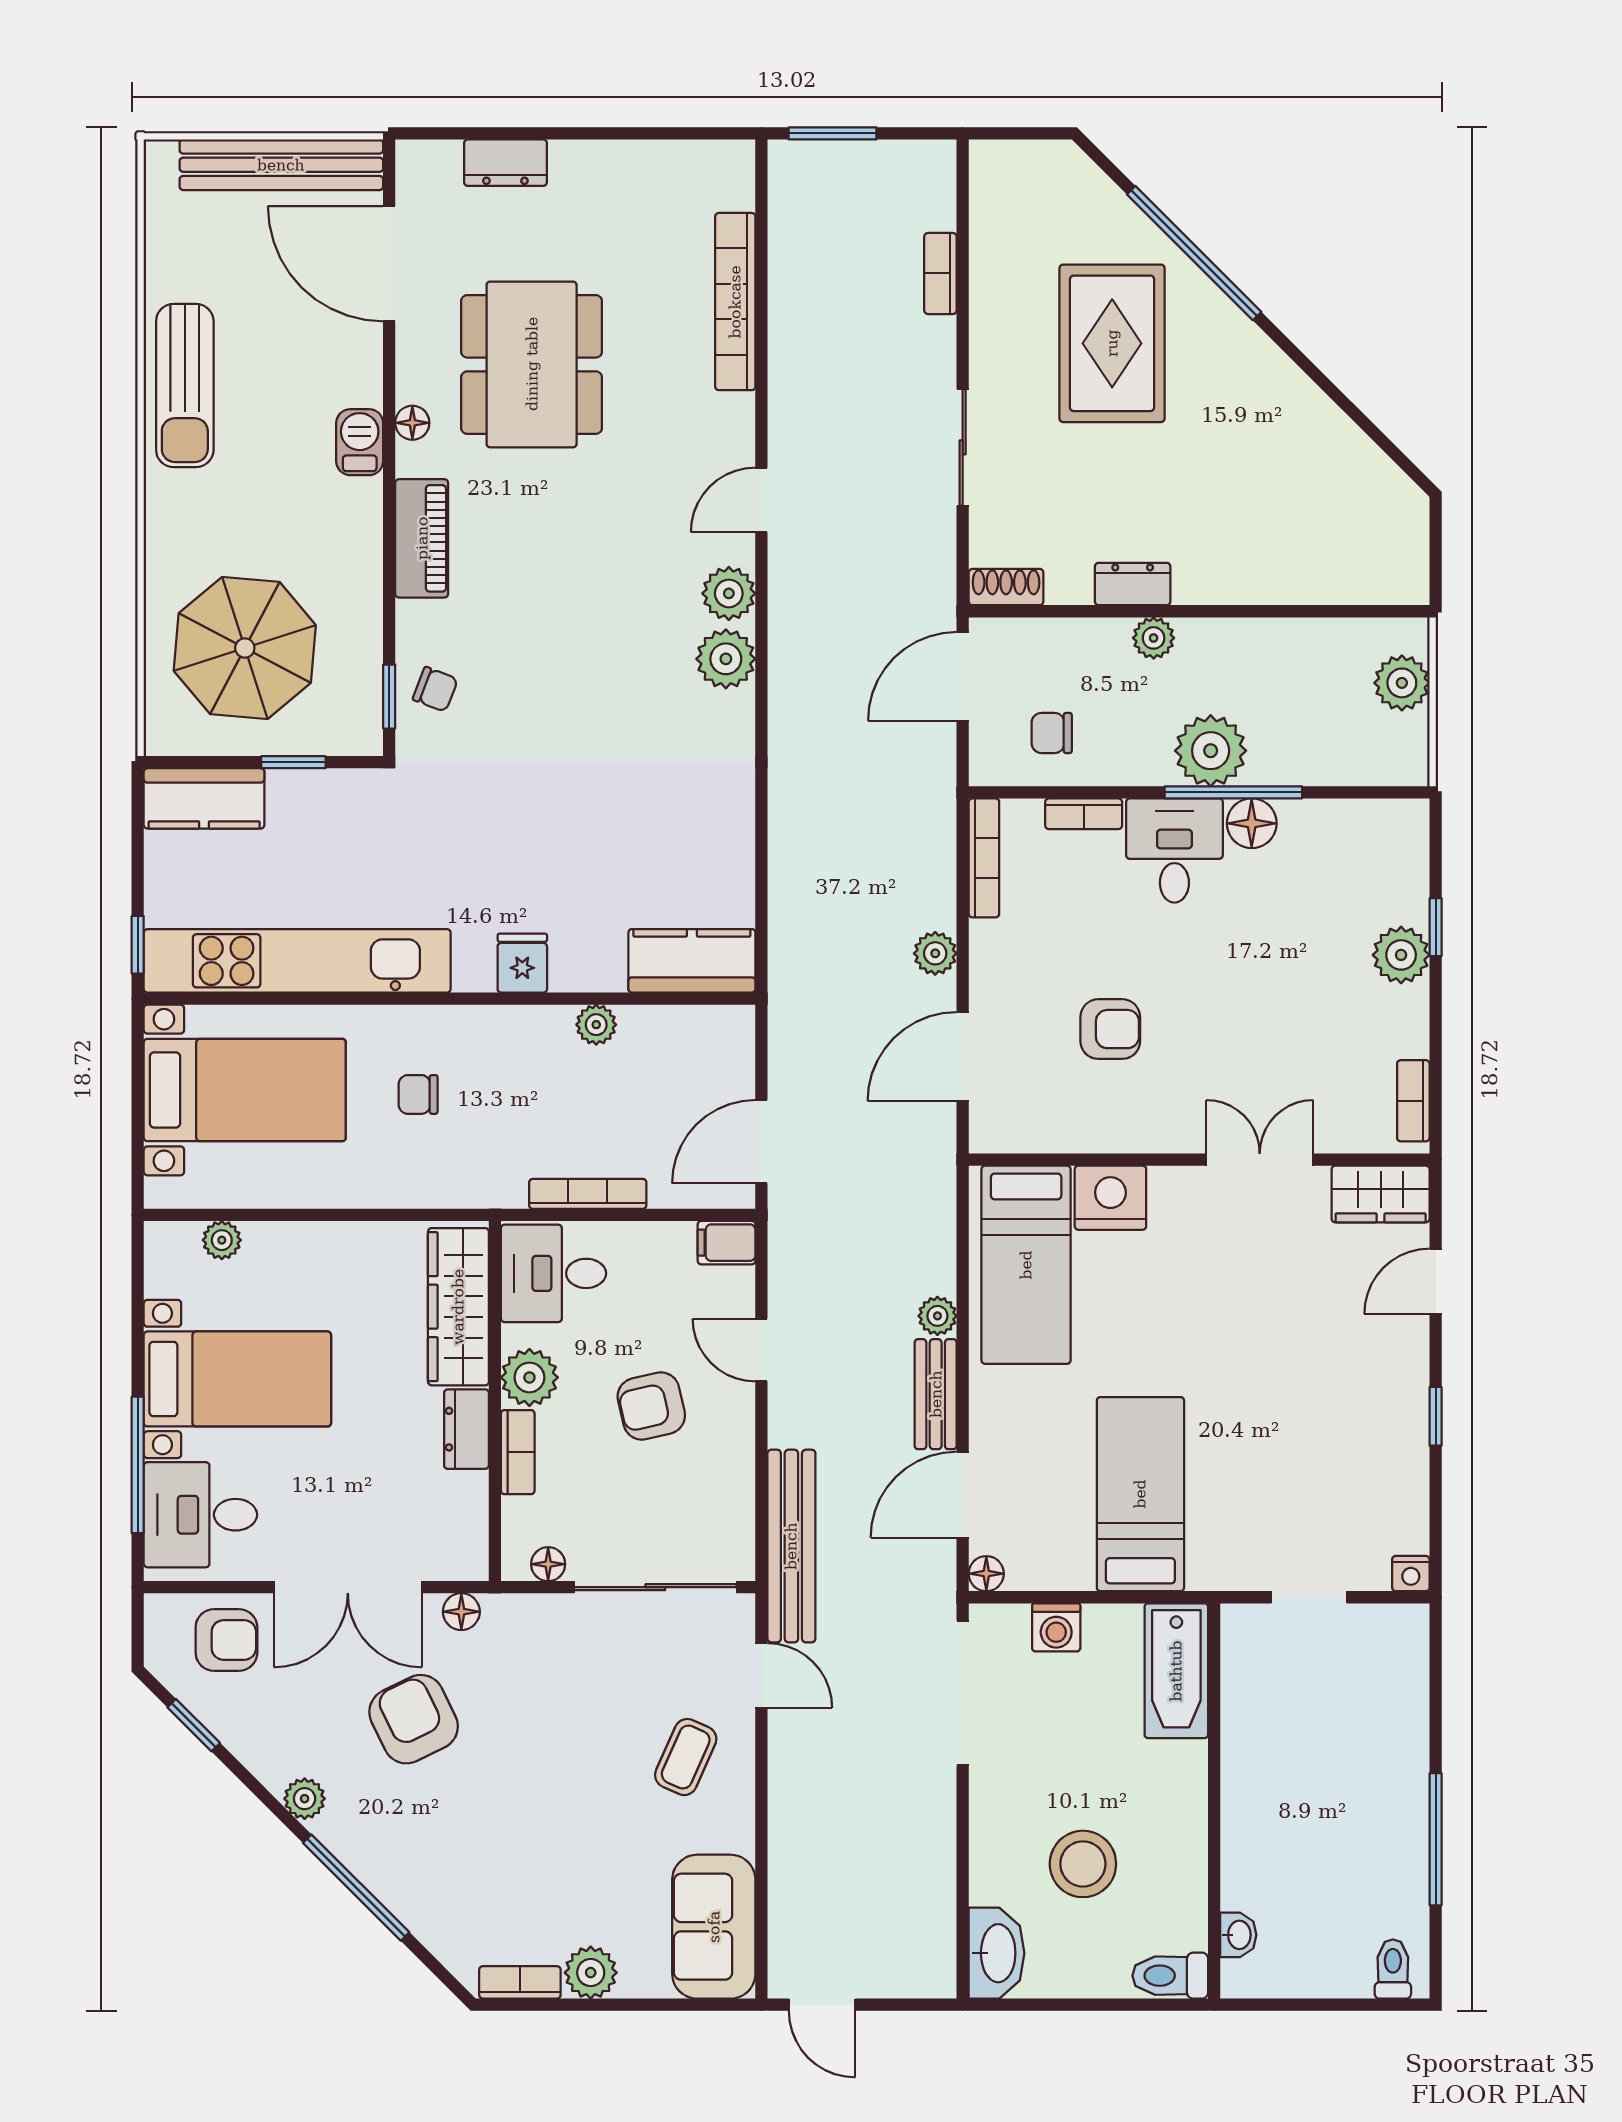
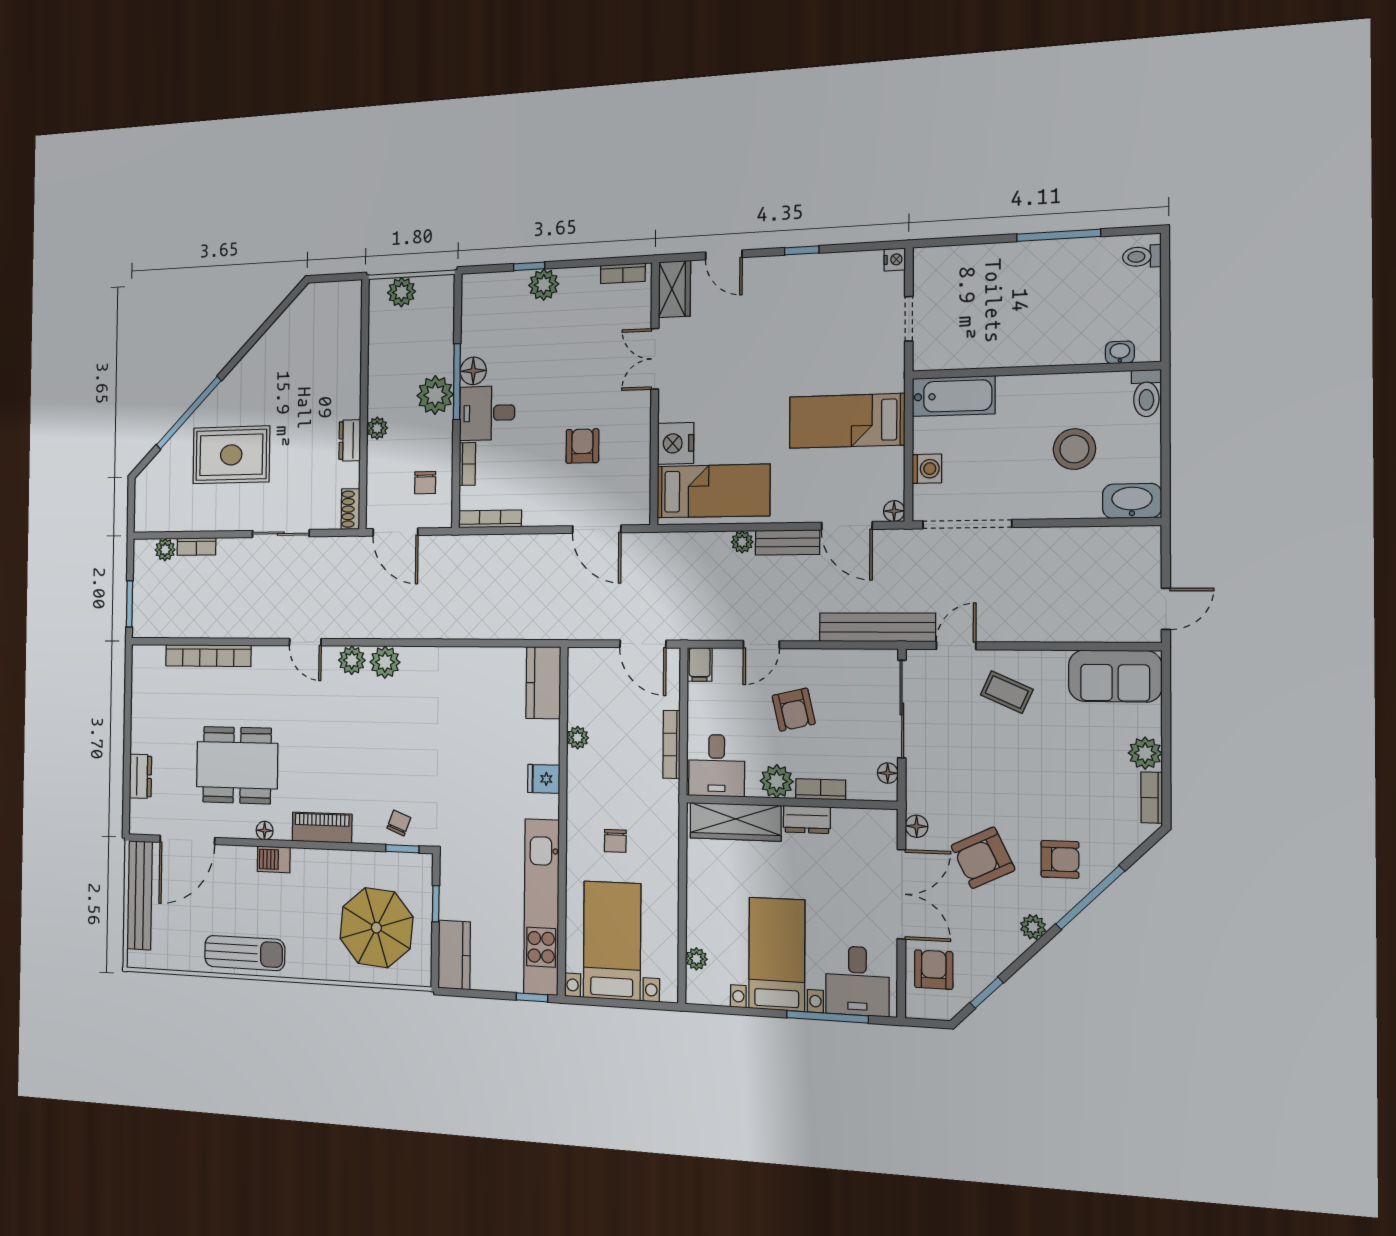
plant: (935, 953) -> (165, 550), moved
armchair: (416, 1841) -> (1060, 859), added

